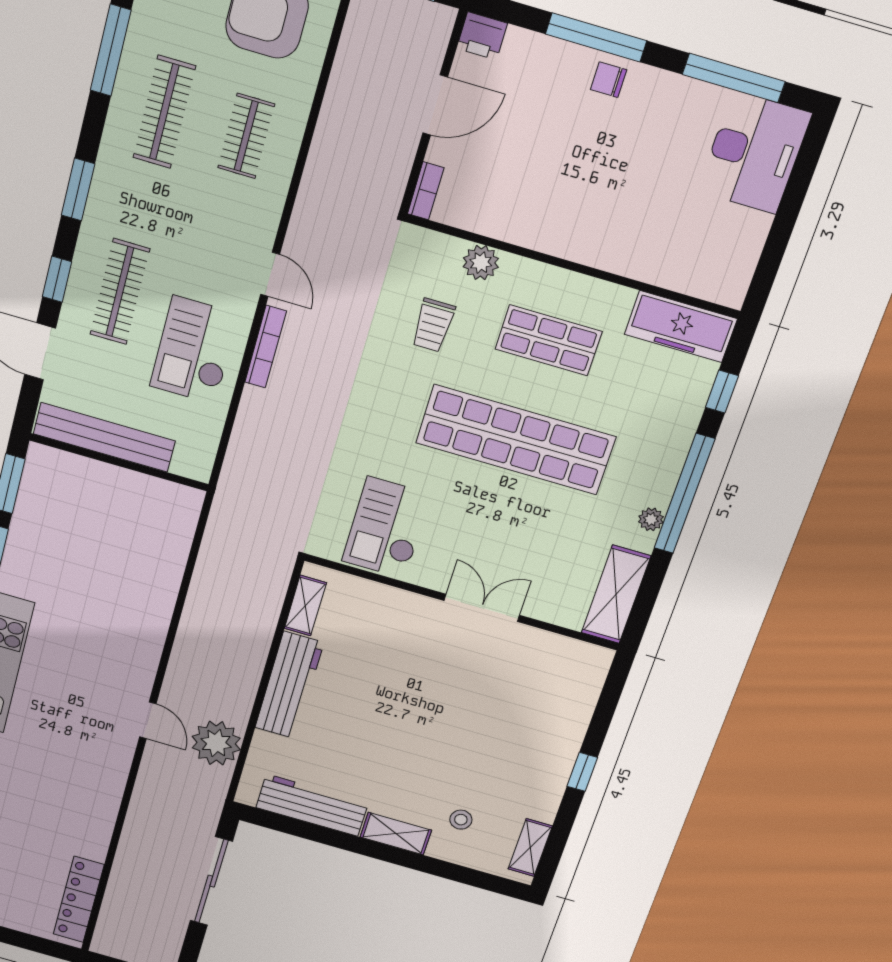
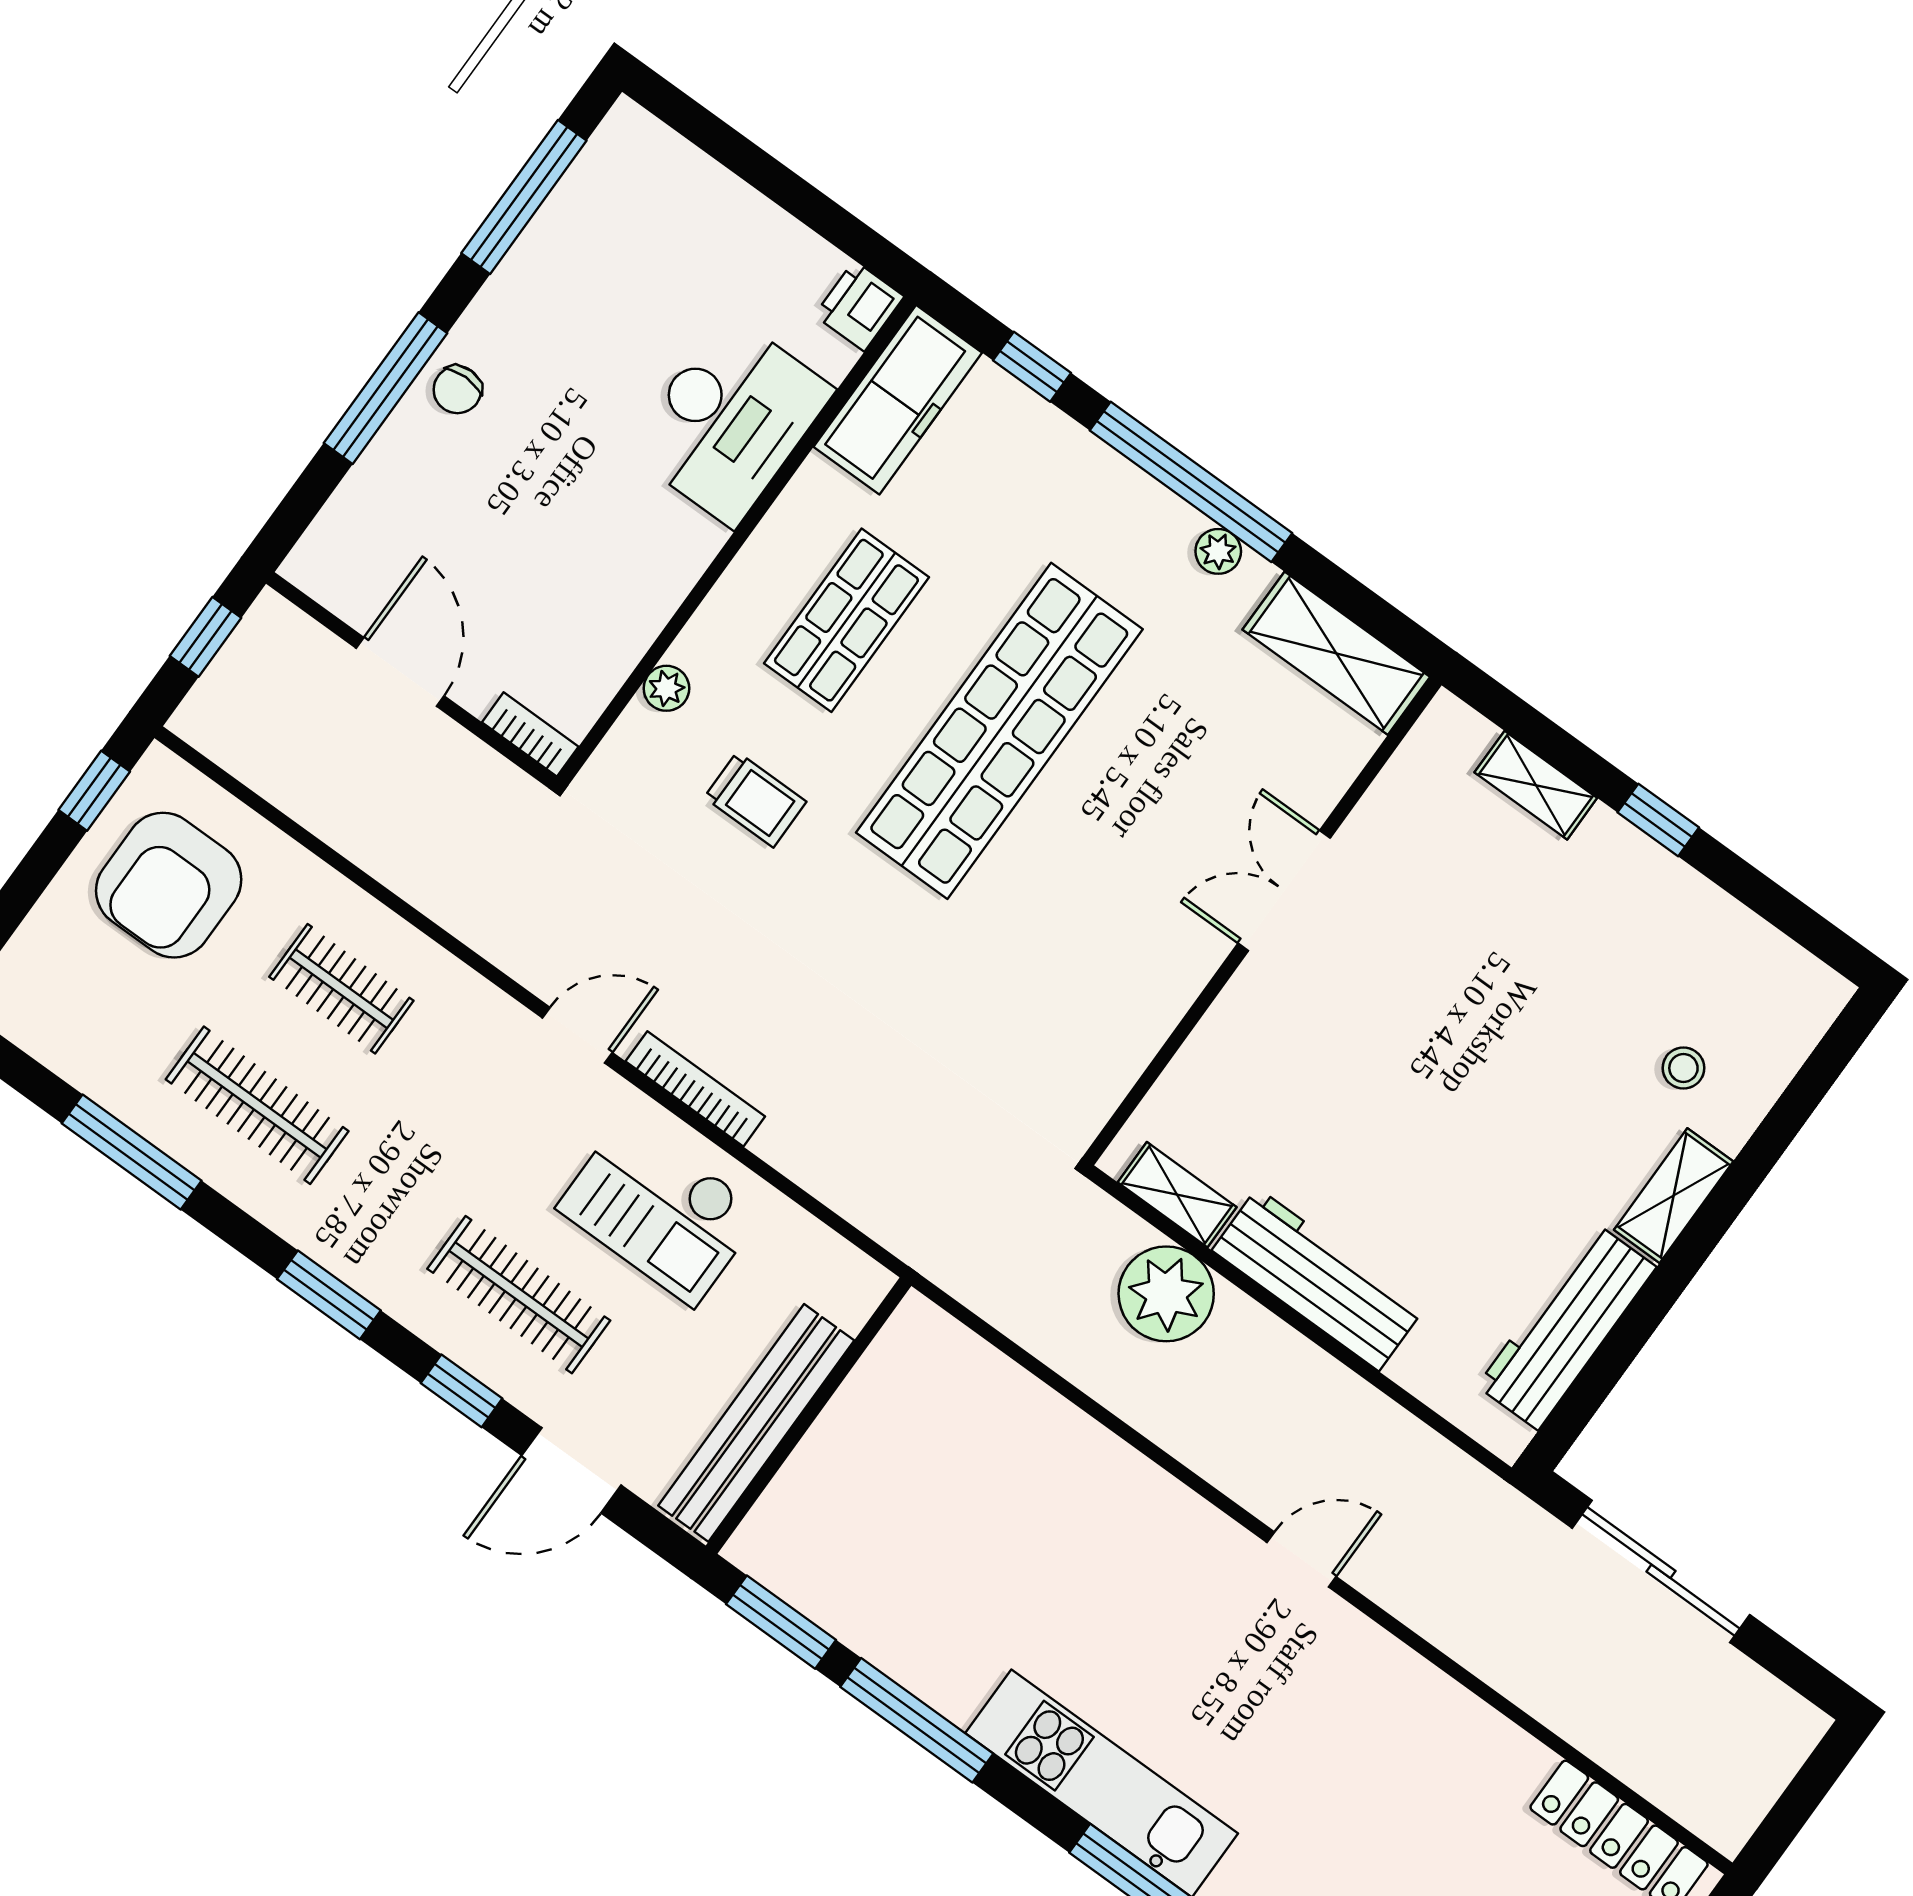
printer: (482, 36) -> (859, 306), moved, turned 180
desk: (754, 153) -> (730, 420), moved, turned 90
plant: (481, 263) -> (666, 688), width x0.73, depth x0.73
checkout: (386, 528) -> (1082, 1003), removed
plant: (216, 743) -> (1166, 1294), moved
shelving: (530, 848) -> (1536, 785), moved

